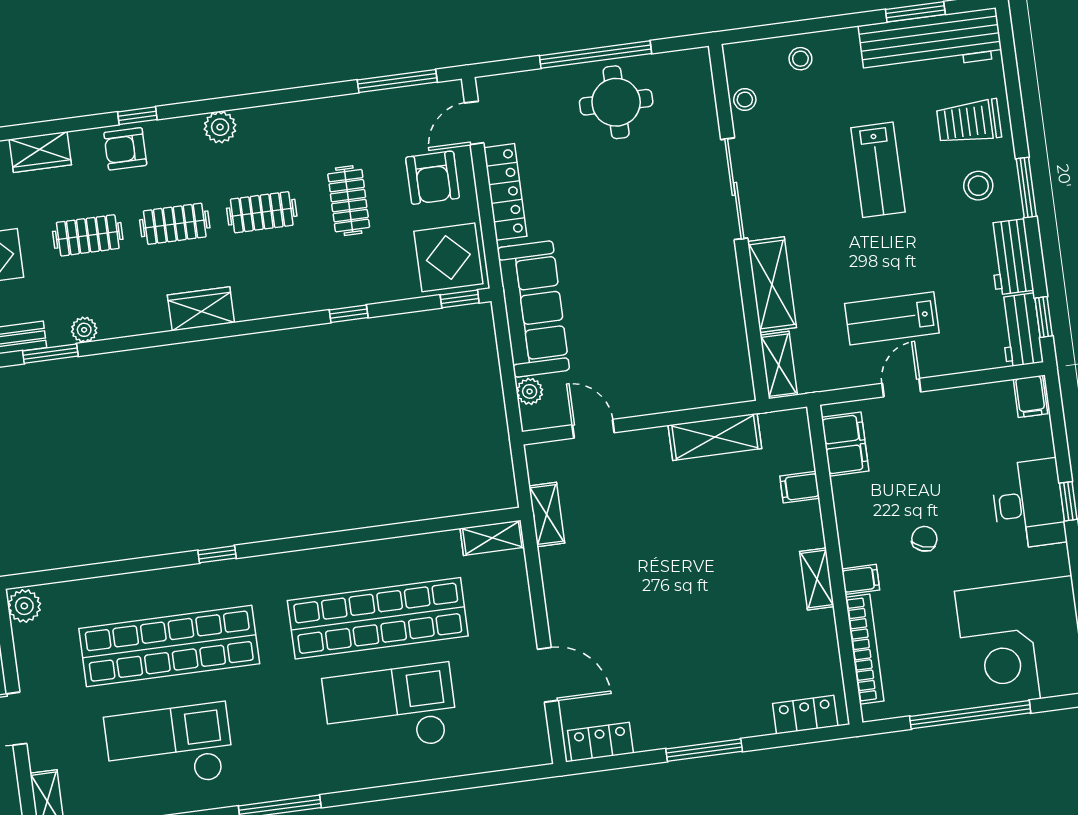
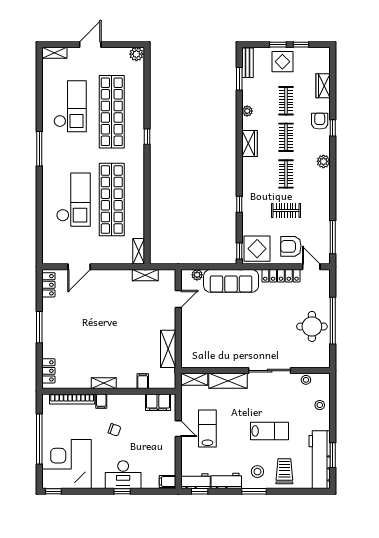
lab bench: (878, 170) -> (270, 431), turned 180
plant: (84, 330) -> (247, 111), moved

